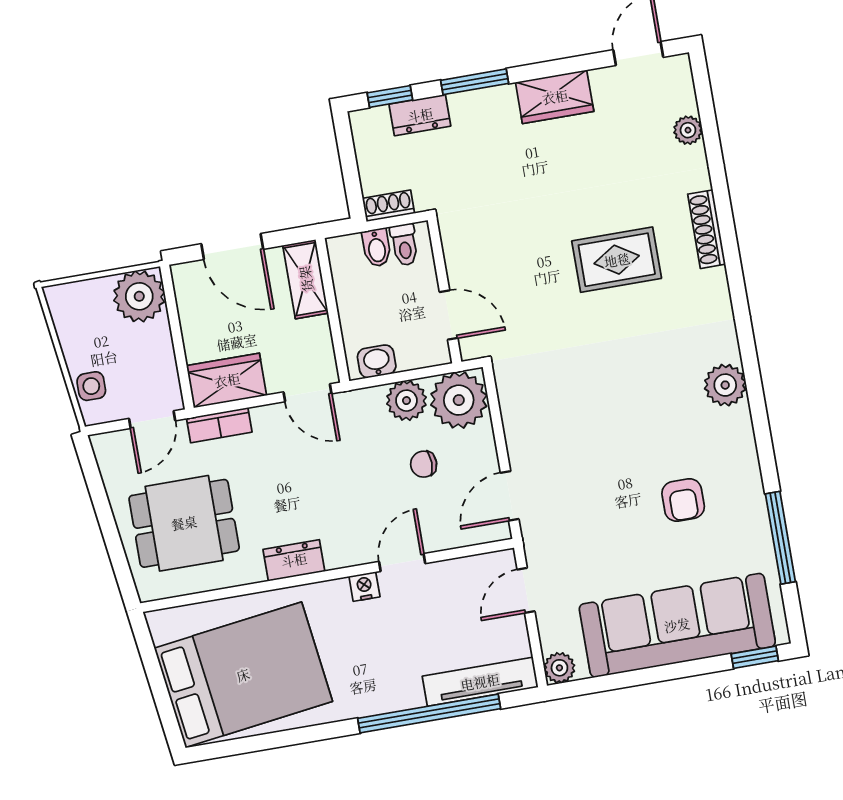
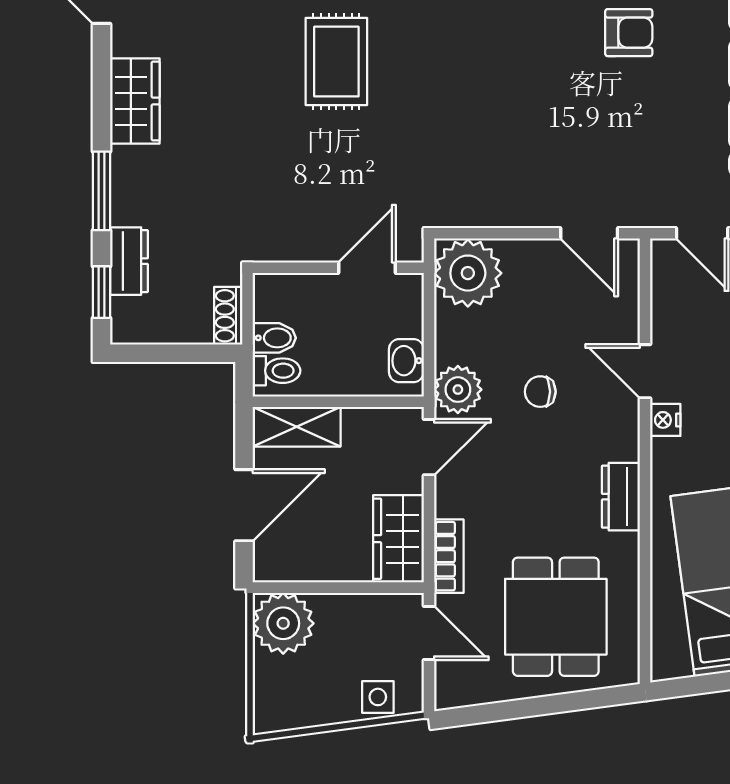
toilet: (404, 245) -> (276, 371), moved
plant: (406, 401) -> (458, 390), moved
chair: (424, 464) -> (540, 392), moved, turned 90

